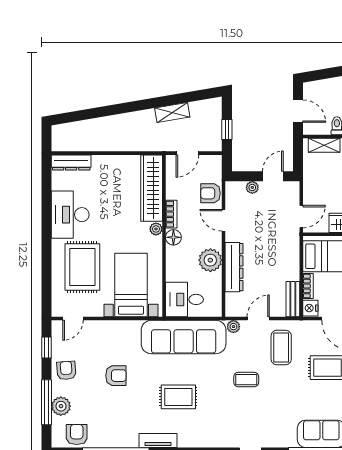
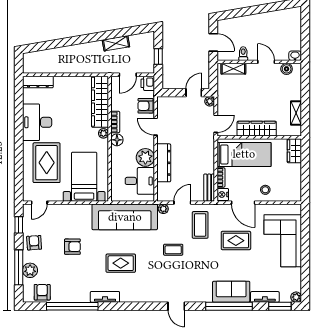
printer: (213, 164) -> (148, 83), added
plant: (252, 187) -> (210, 101), moved
desk: (184, 299) -> (140, 181), moved, turned 180

